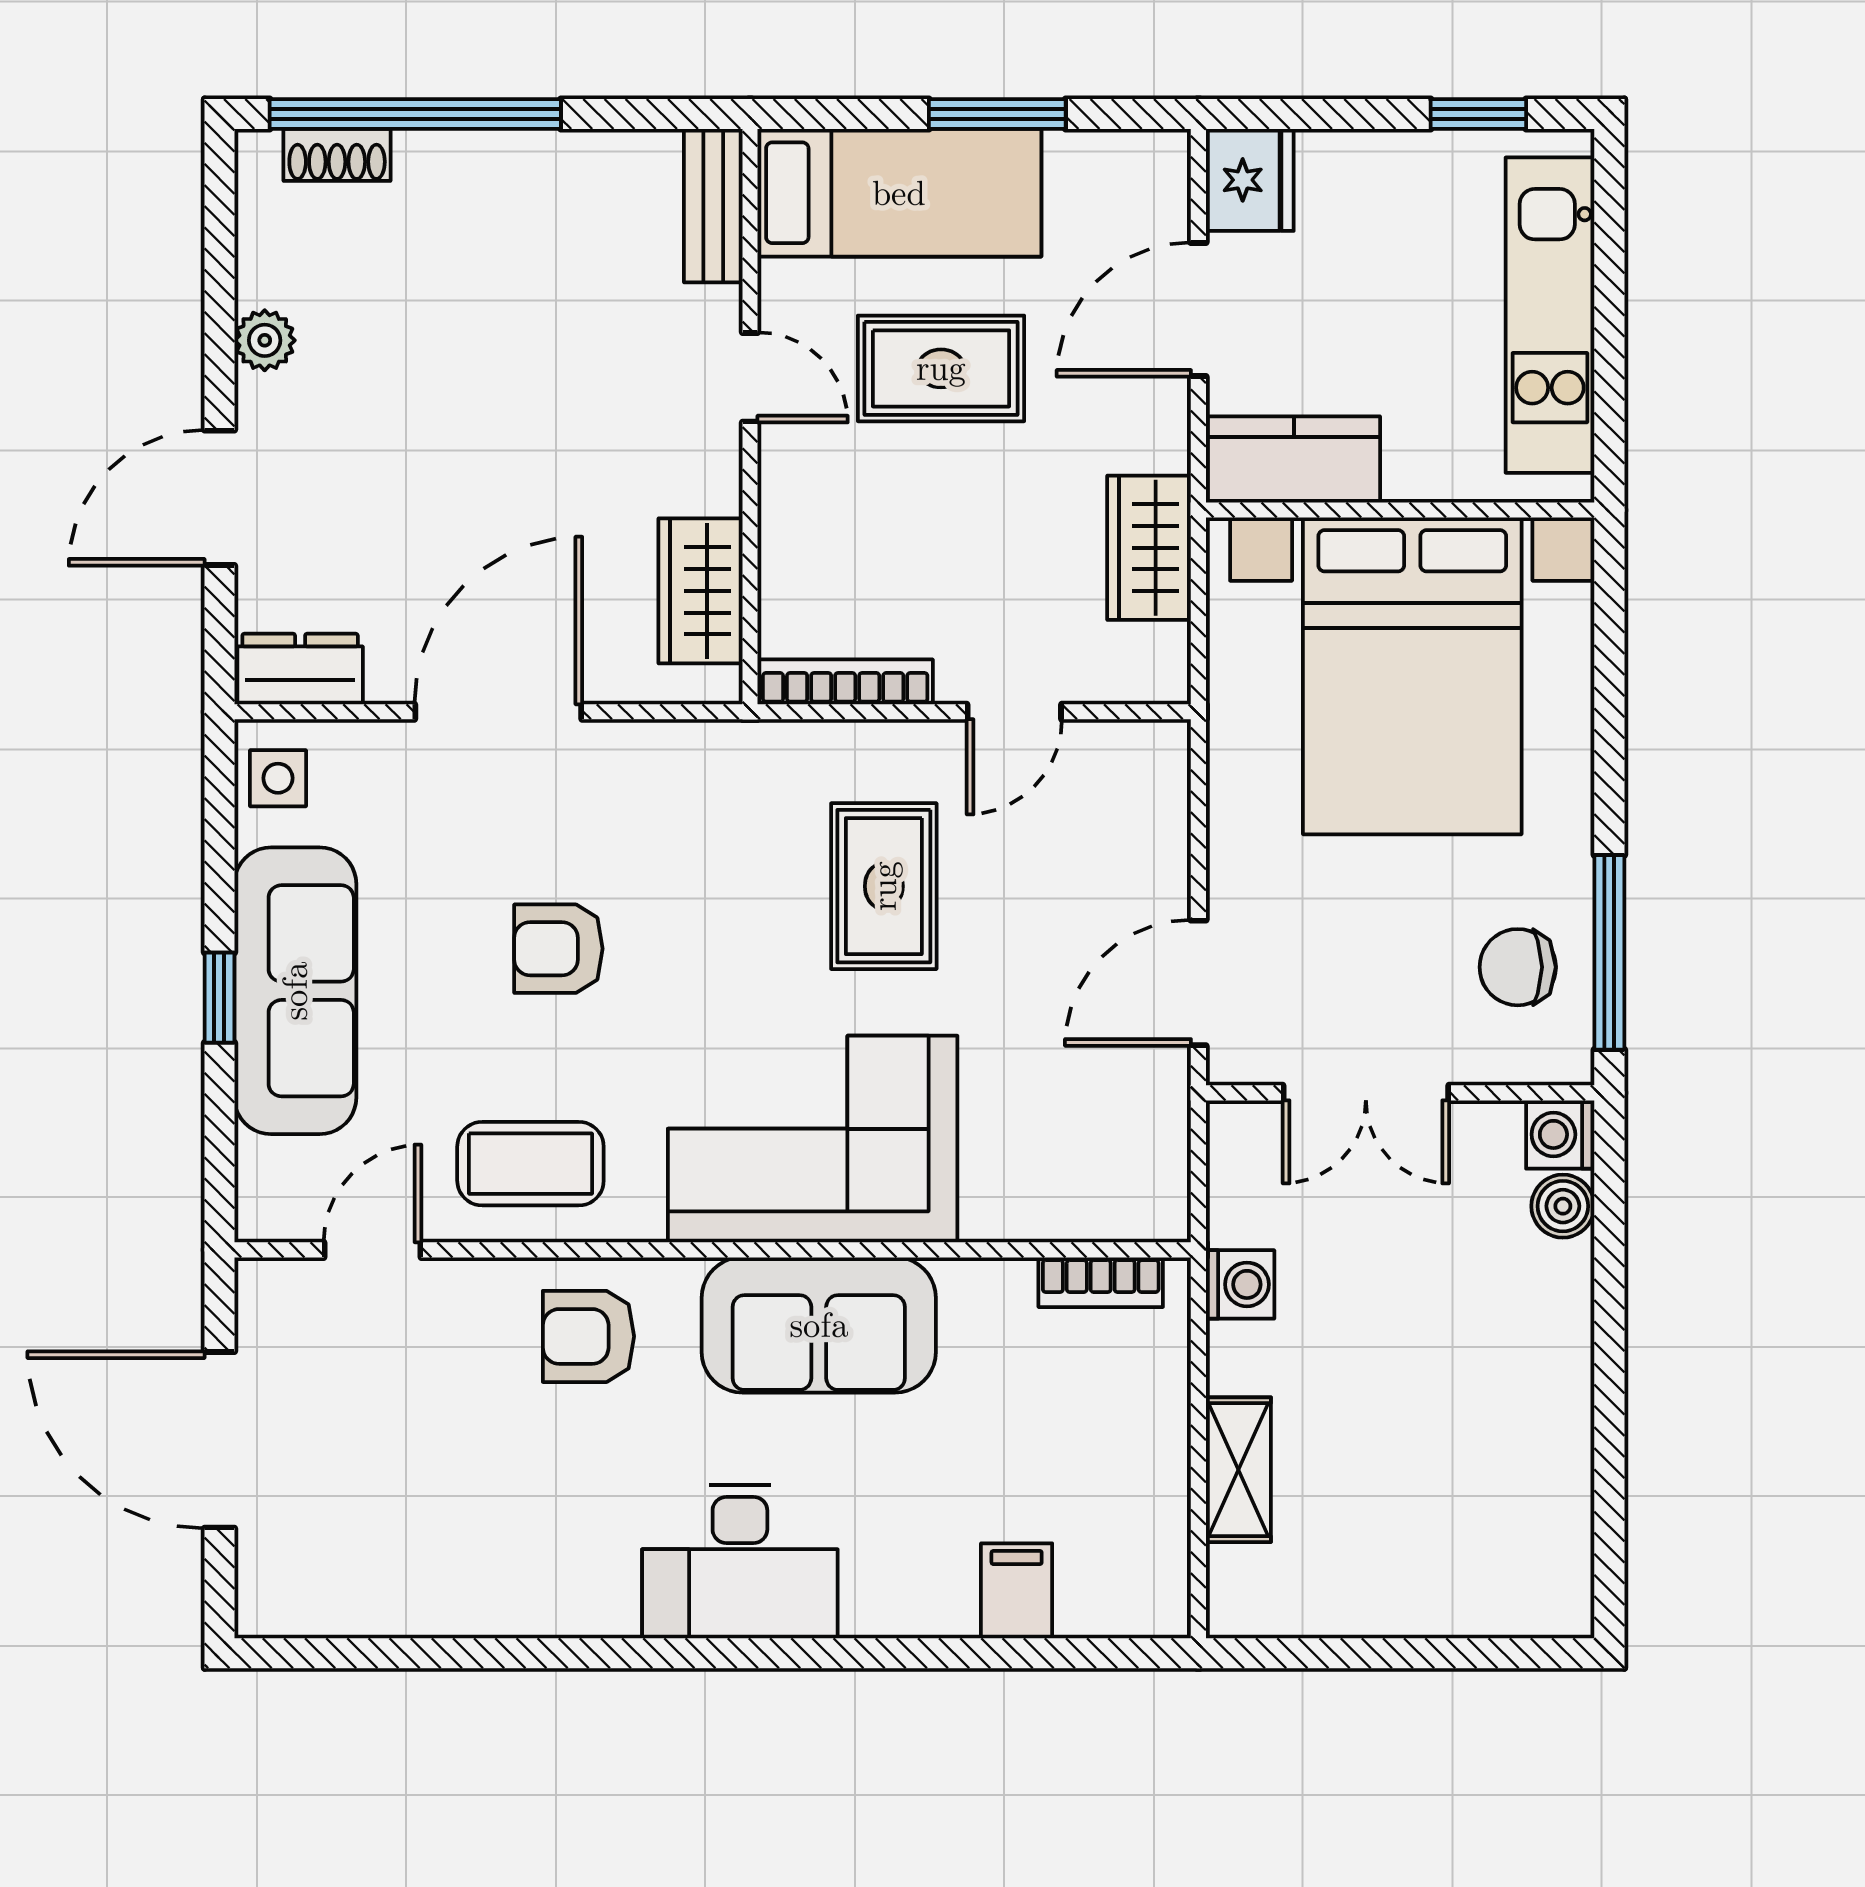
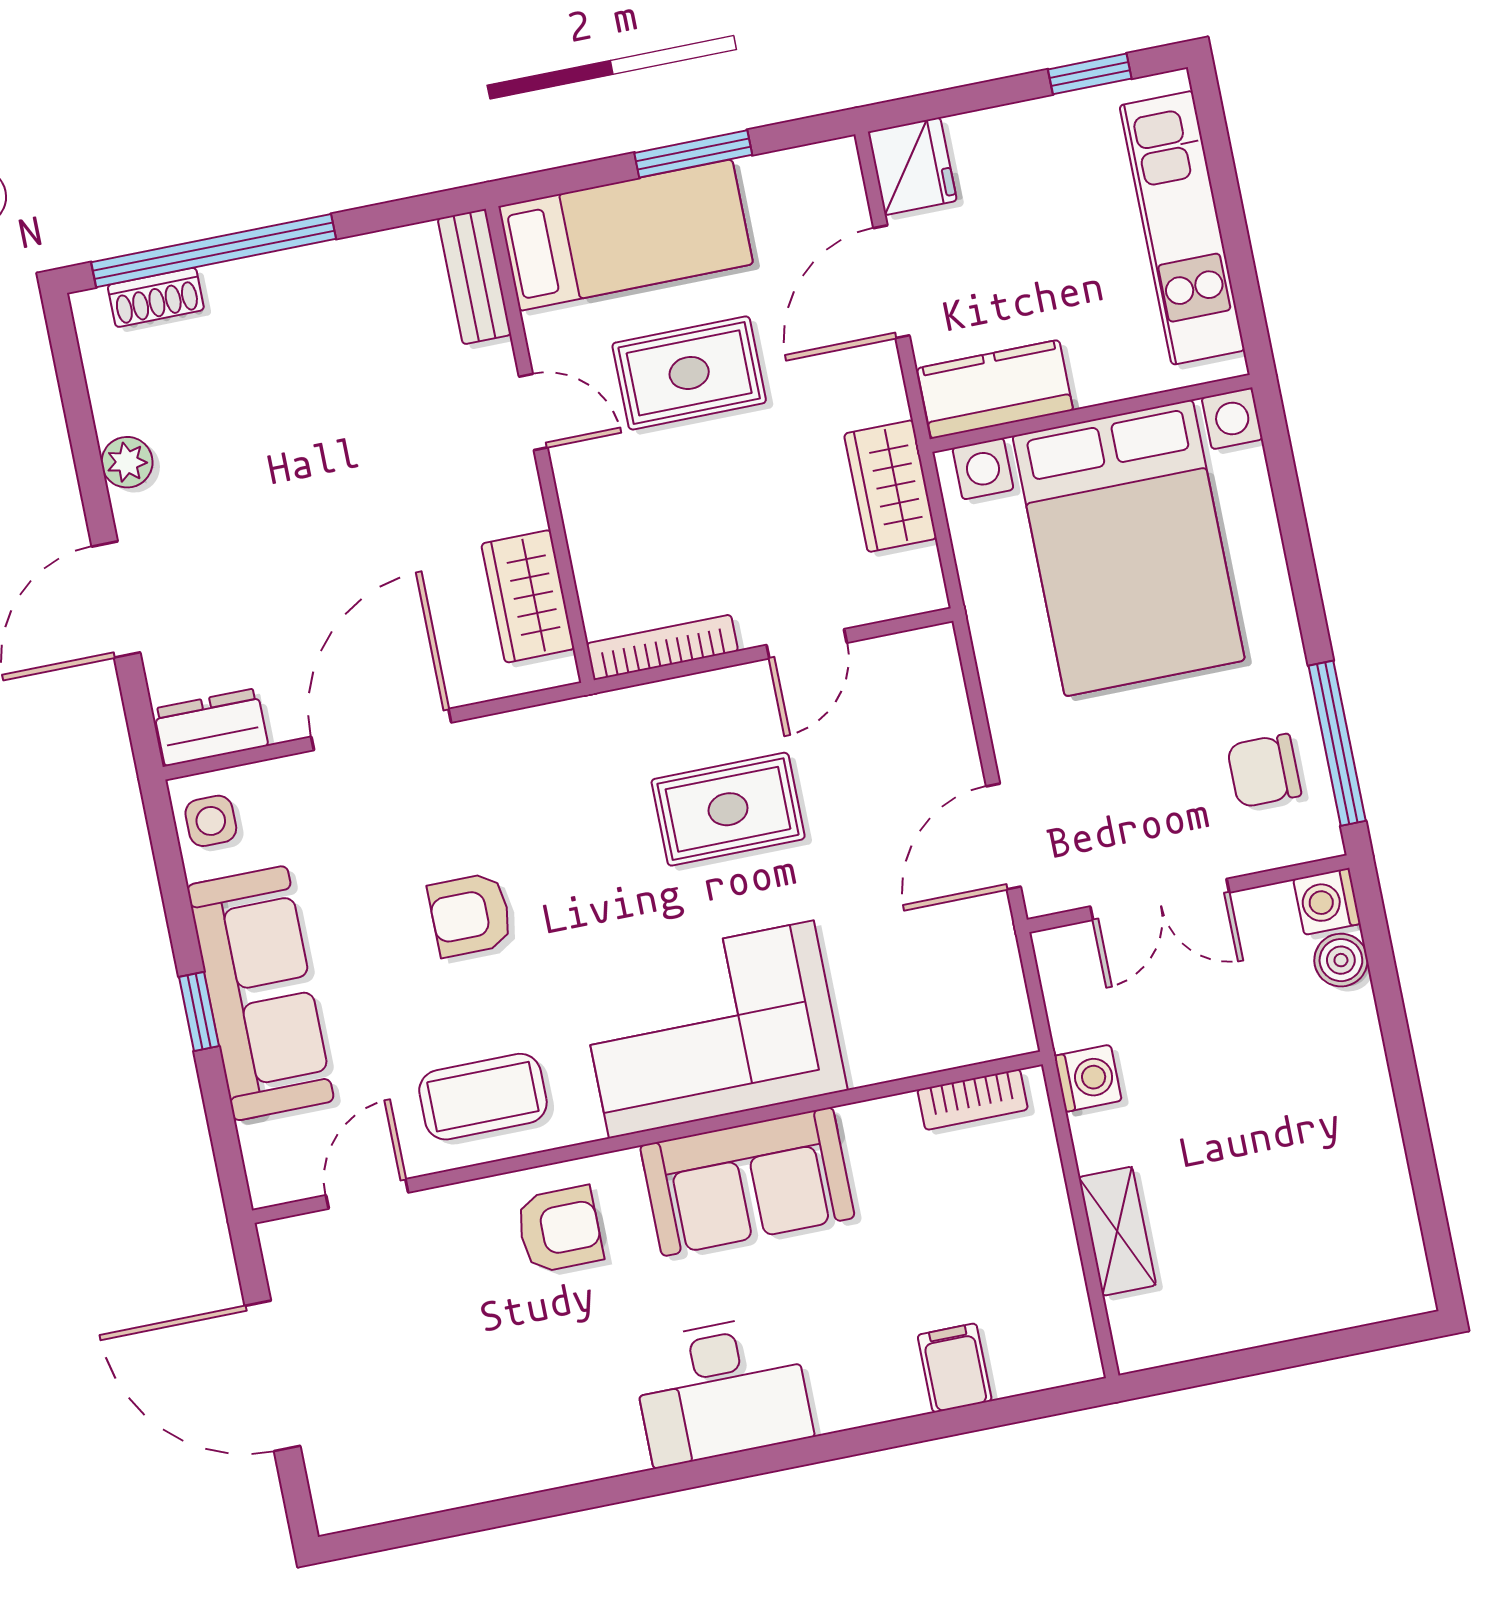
rug: (884, 886) -> (728, 809), turned 90
armchair: (588, 1336) -> (559, 1229), turned 180

